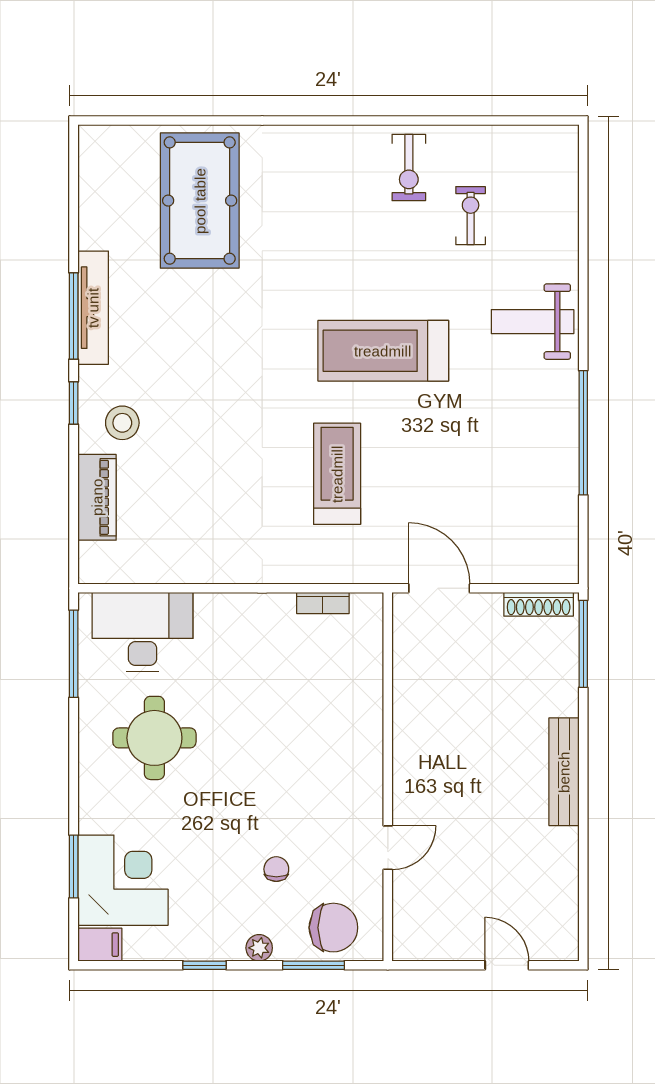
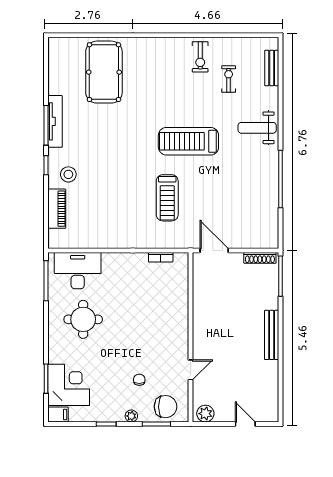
bench: (564, 192) -> (272, 68), added
treadmill: (337, 474) -> (167, 198), turned 180
plant: (420, 943) -> (205, 414), added

